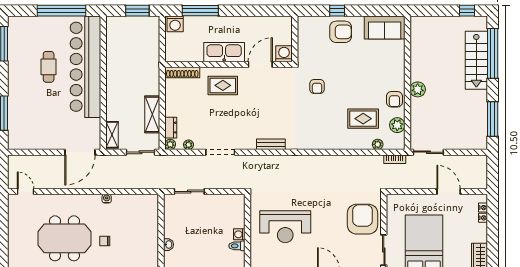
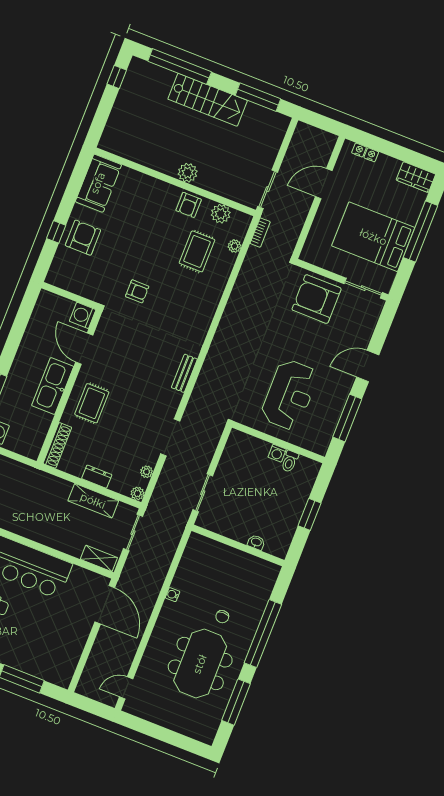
stairs: (476, 60) -> (208, 100), moved
armchair: (394, 99) -> (189, 205), turned 90
dresser: (171, 128) -> (97, 477), moved

